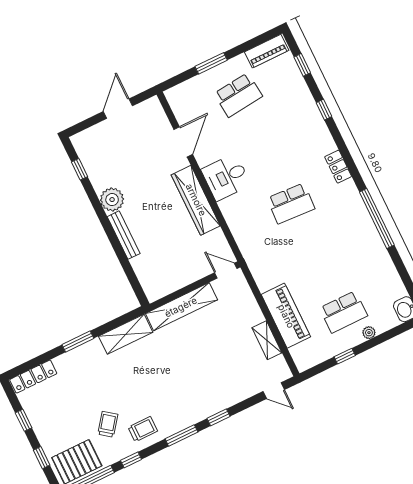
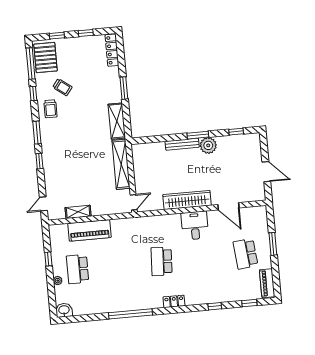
window: (104, 219) -> (198, 135), added

